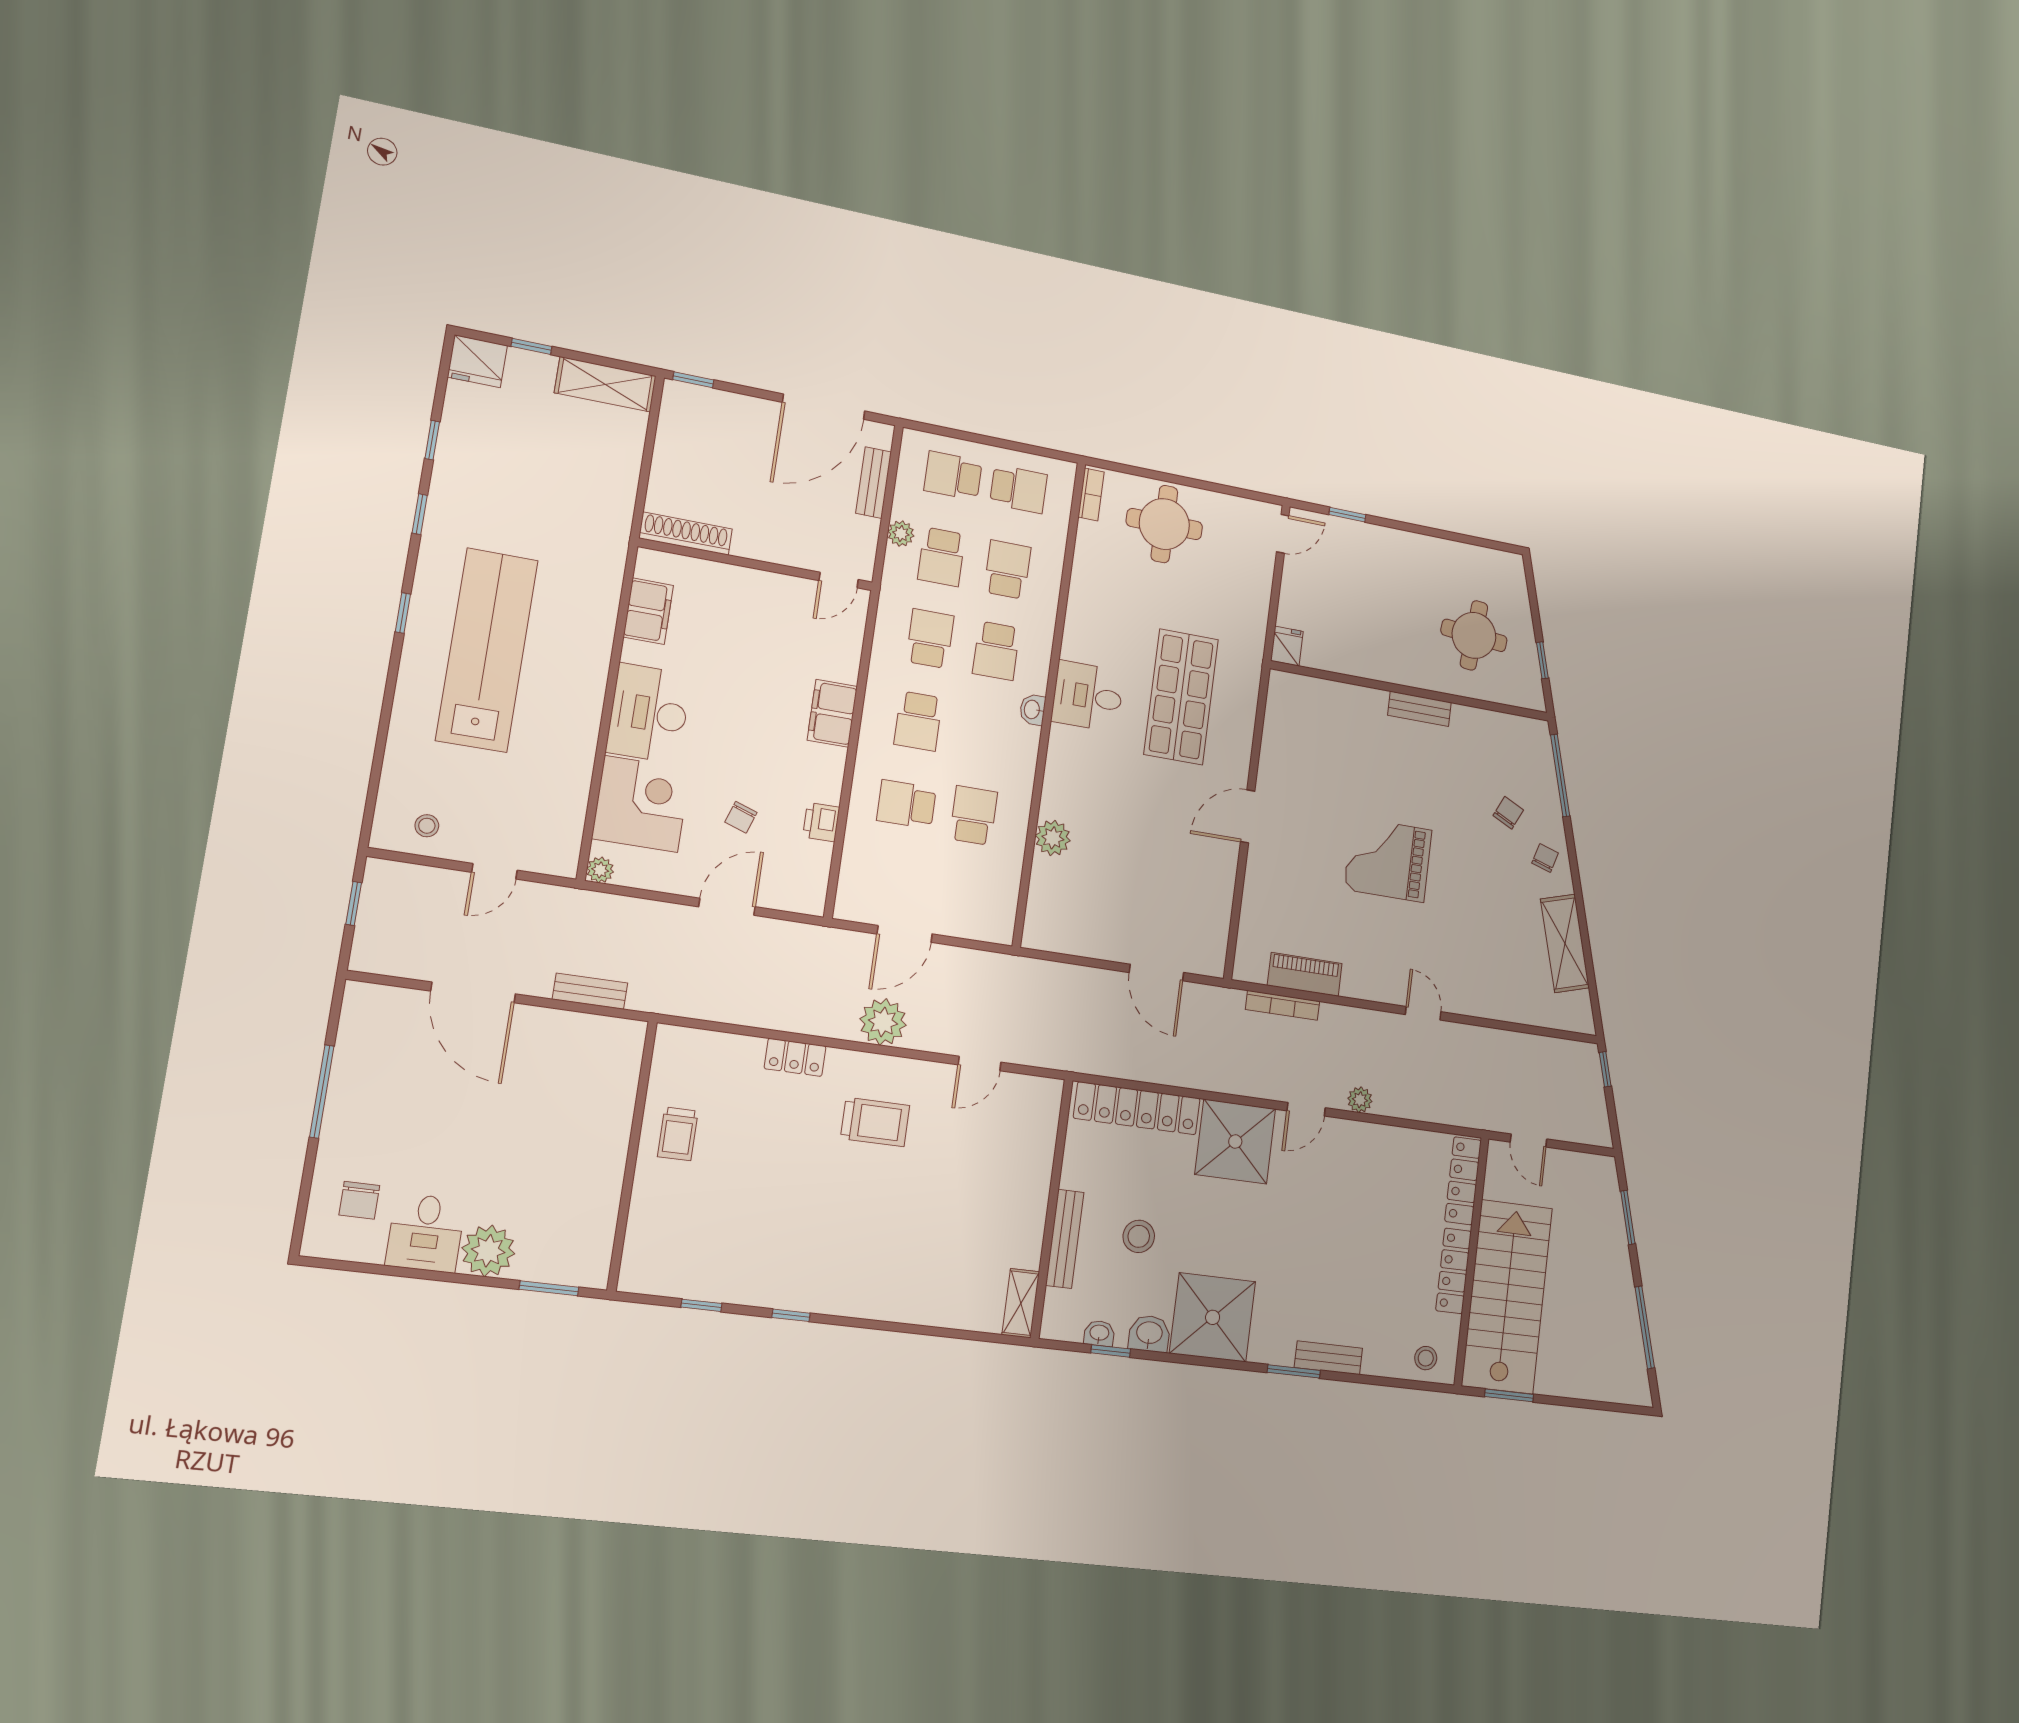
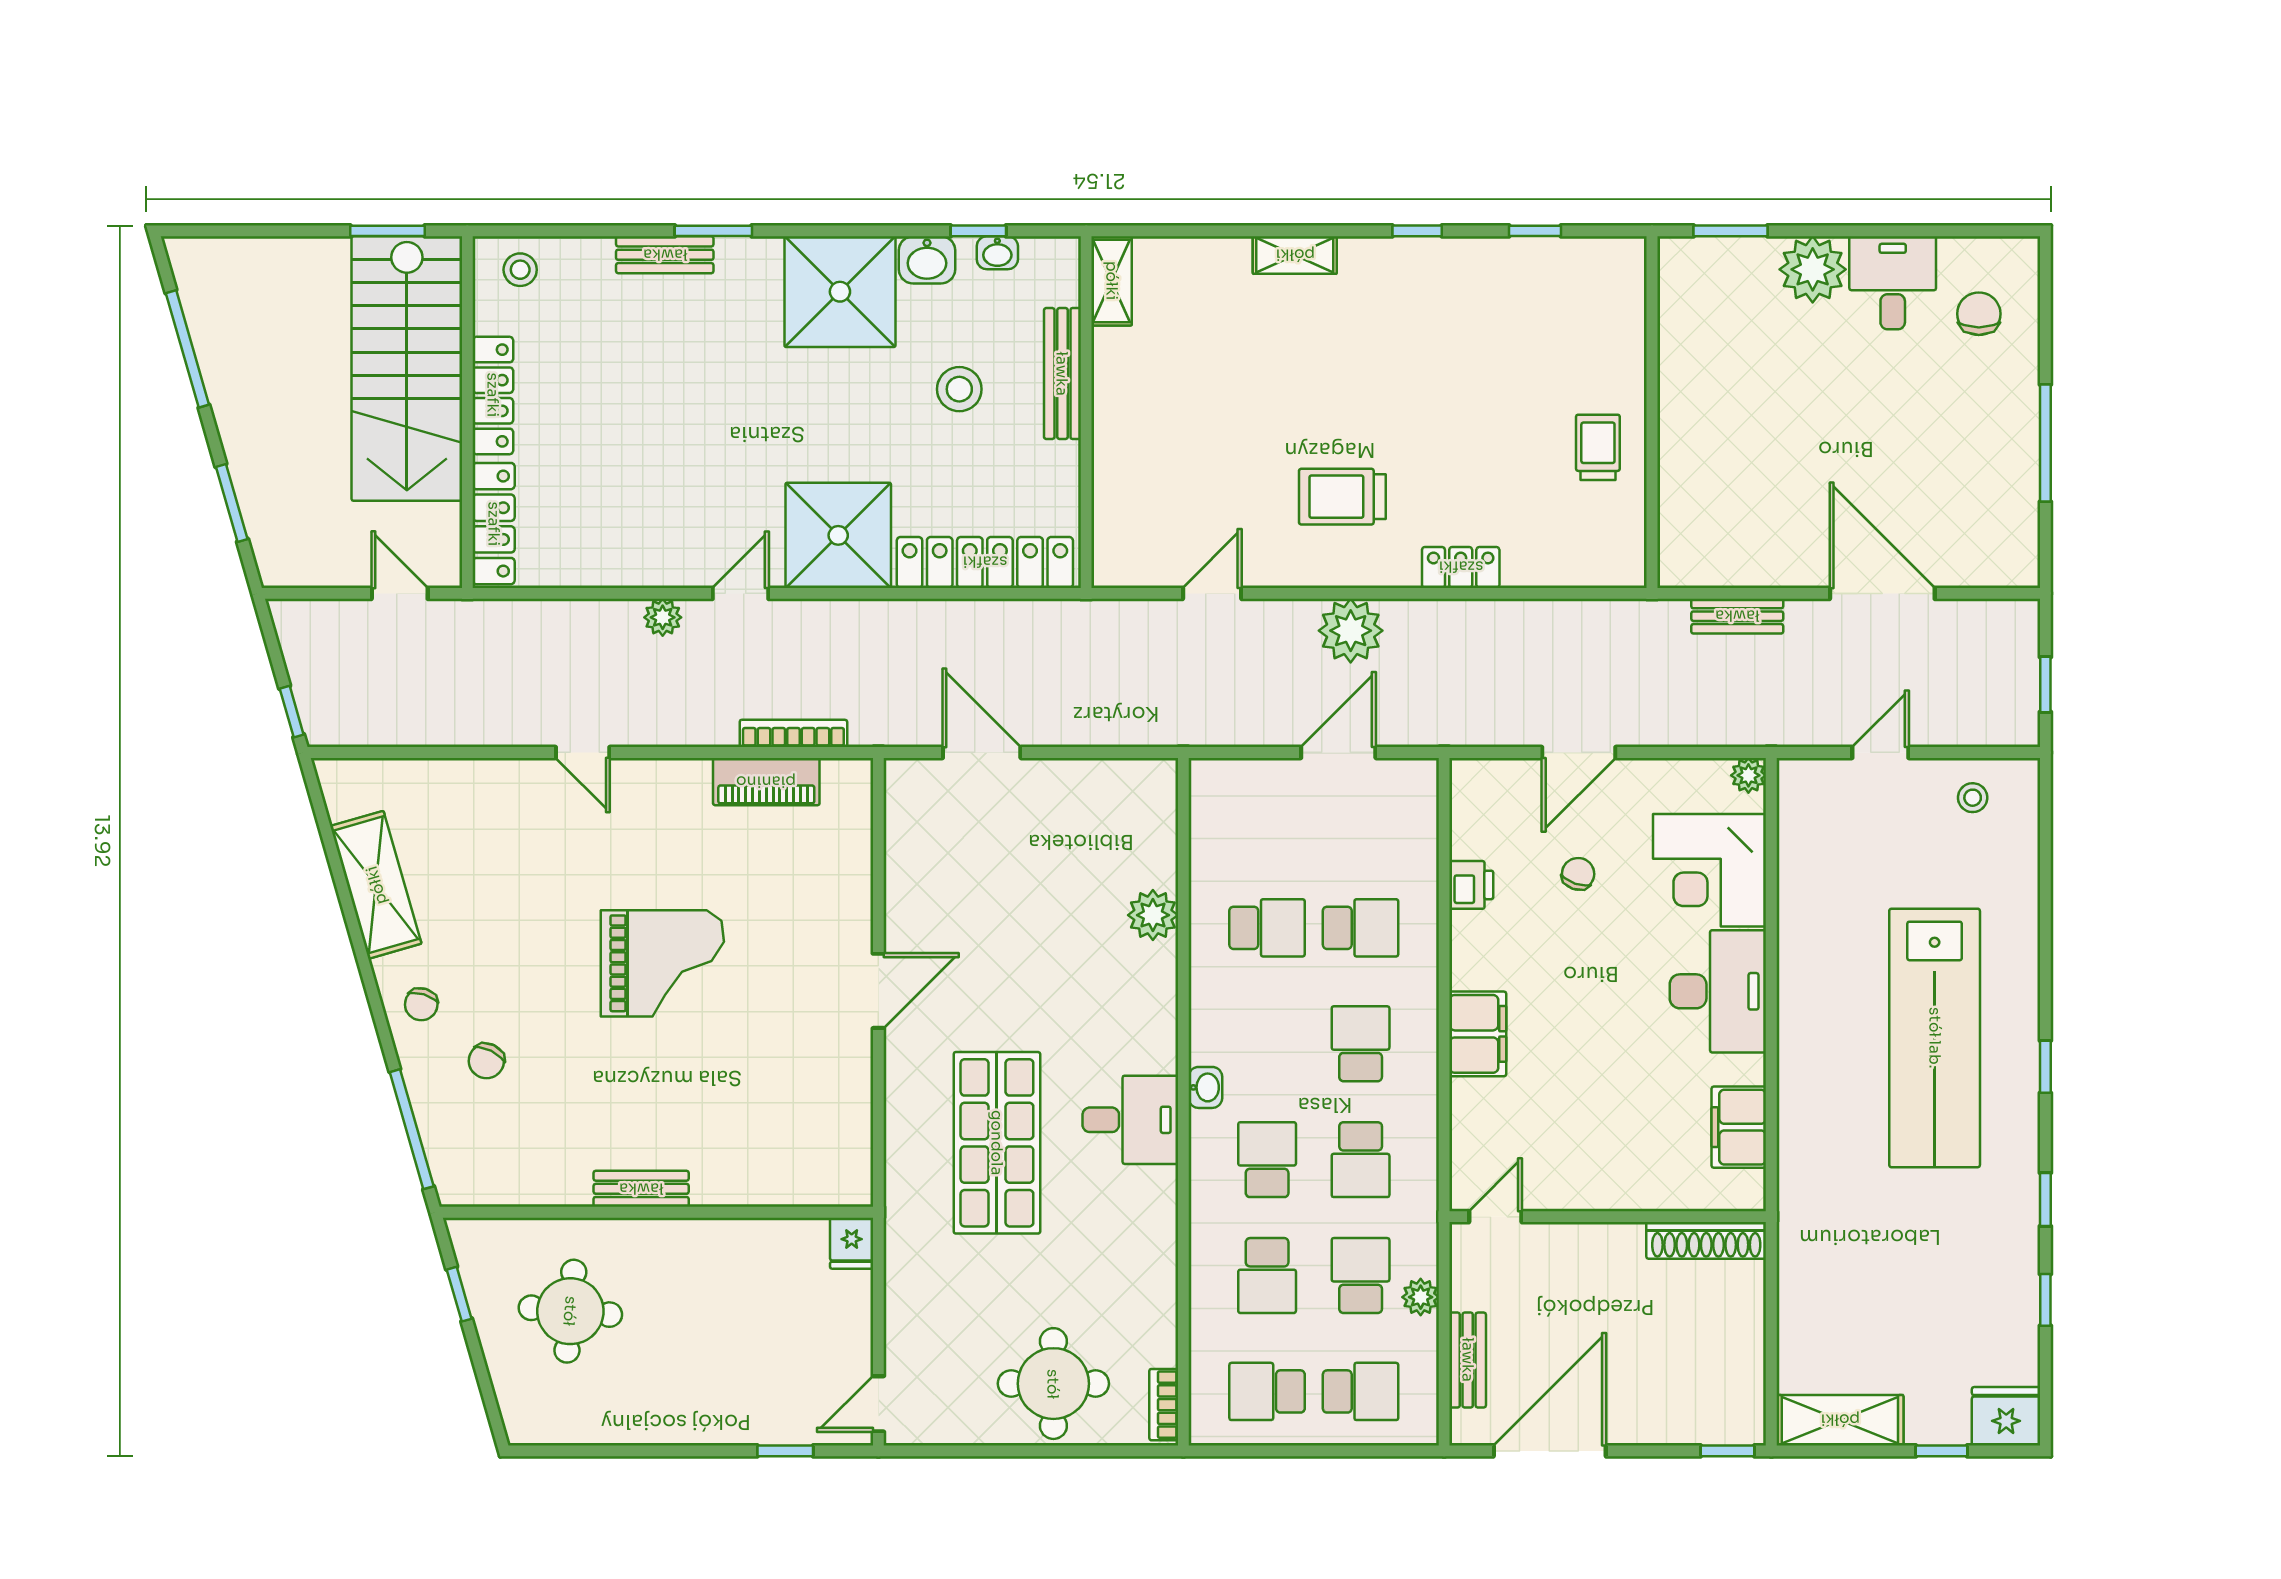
school desk: (973, 815) -> (1267, 928), turned -90
shelving: (885, 1307) -> (1295, 255), added

